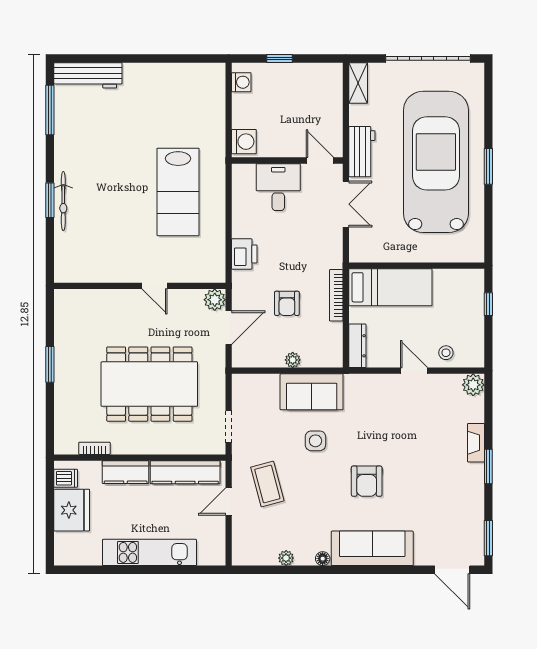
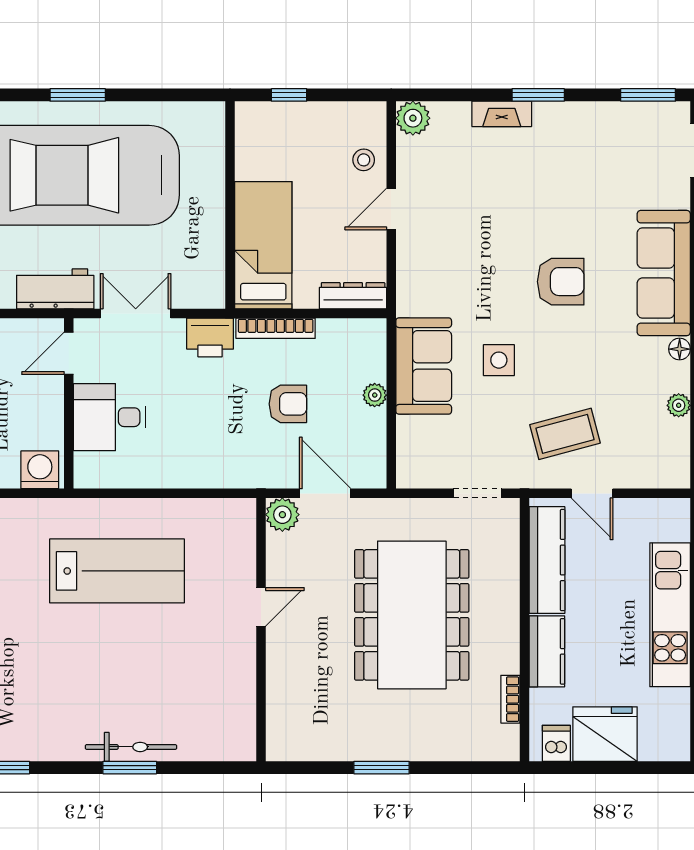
printer: (244, 254) -> (210, 338), moved, turned 180

